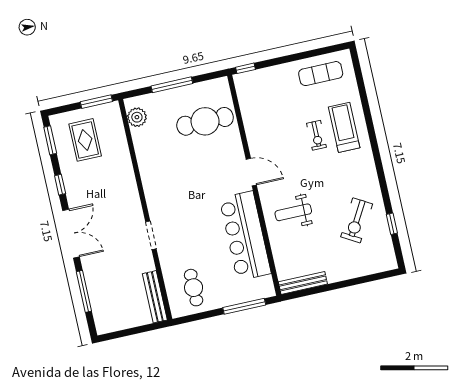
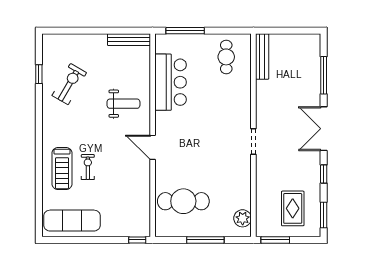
exercise mat: (321, 74) -> (72, 221), width x1.36, depth x1.45
doorway: (151, 235) -> (253, 142), moved
bar counter: (245, 236) -> (170, 82), width x0.73

